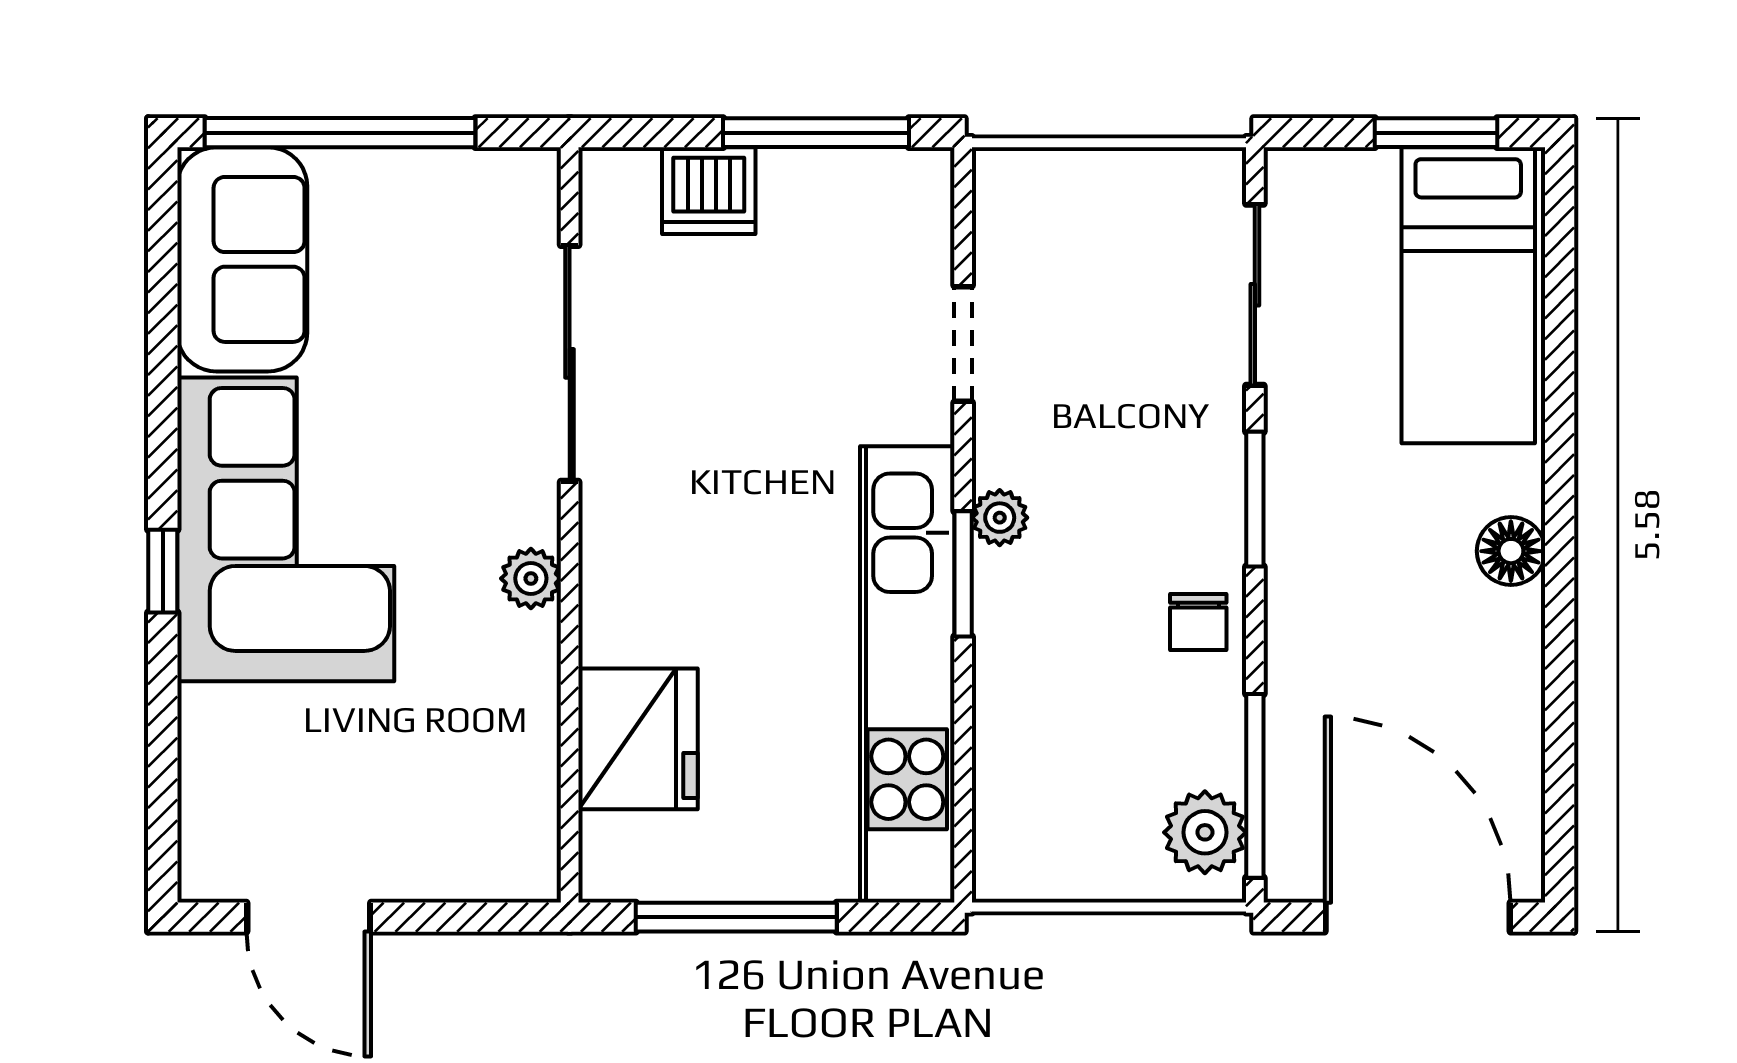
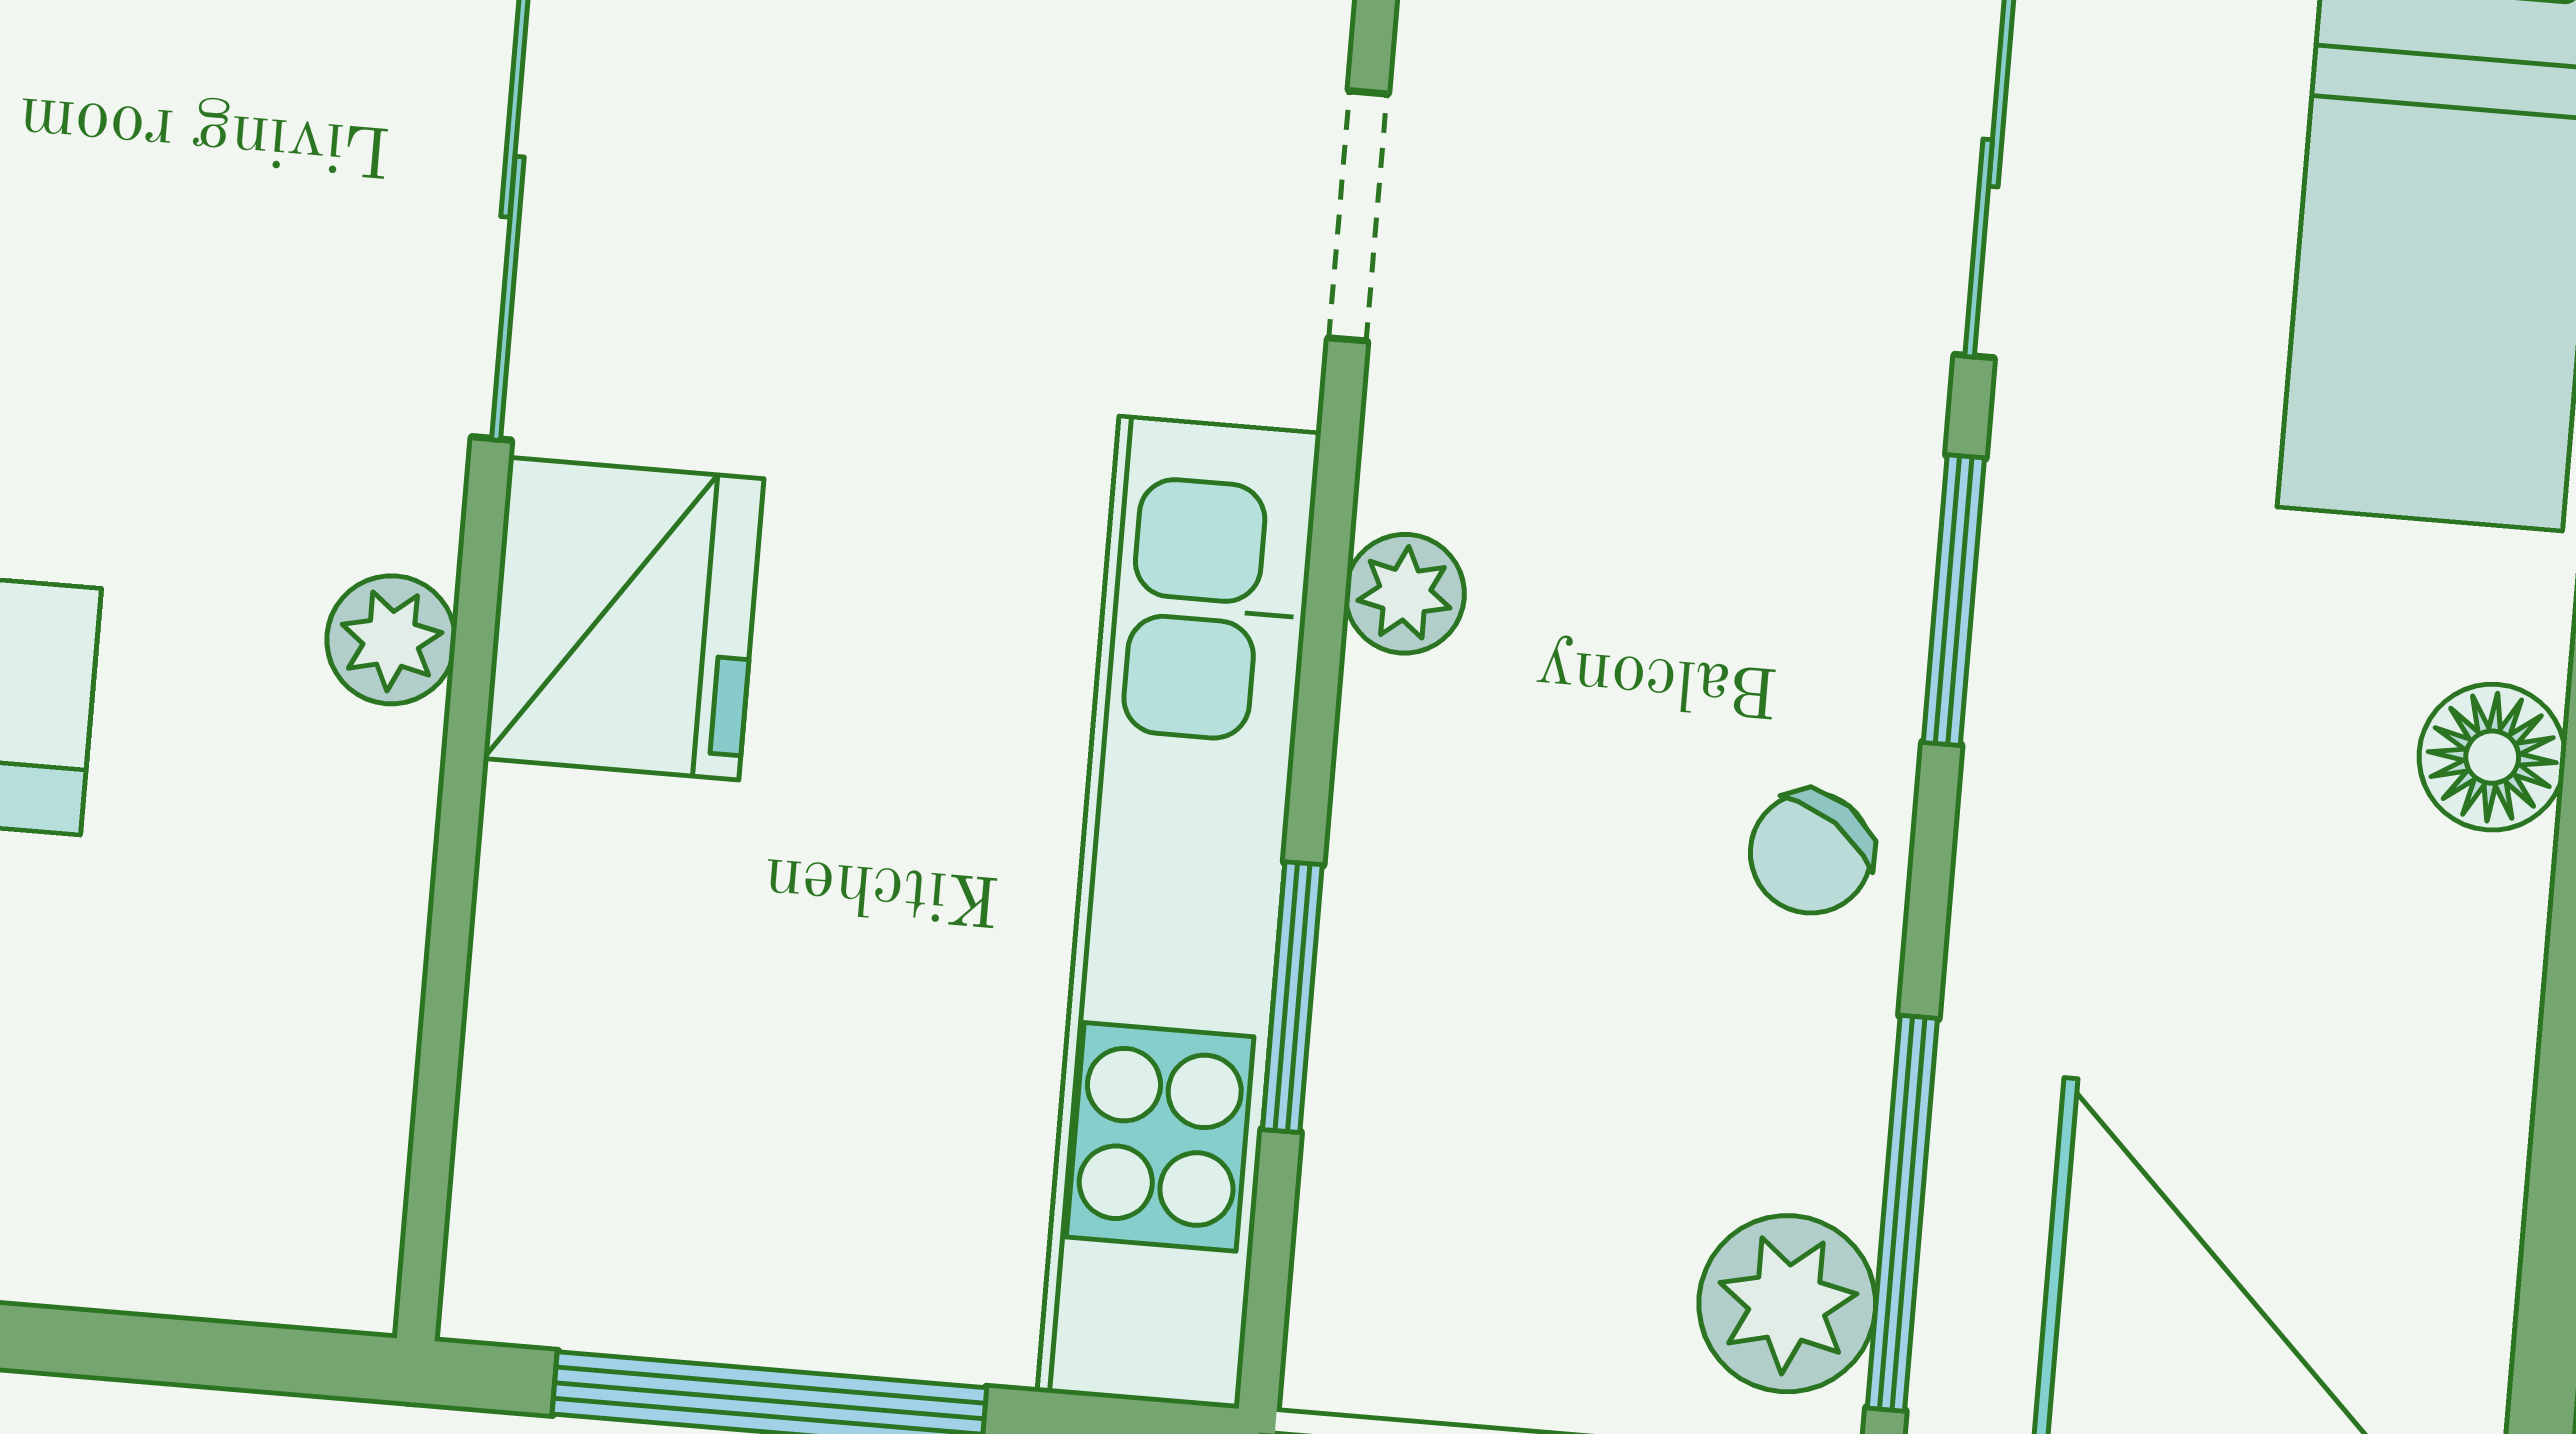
window: (963, 574) -> (1292, 997), moved
chair: (1198, 622) -> (1811, 853), turned 35
fridge: (638, 739) -> (624, 619), moved

